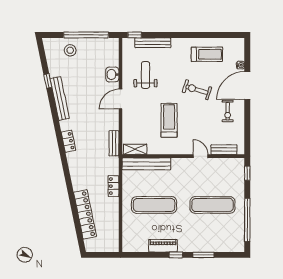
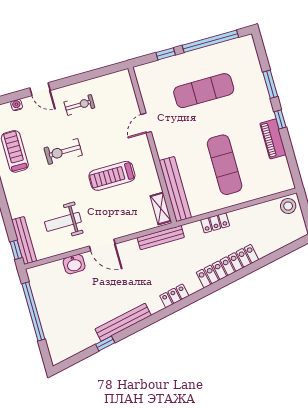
bench: (153, 43) -> (24, 240), moved
stool: (70, 50) -> (288, 206), moved
door: (247, 86) -> (40, 89), width x0.53
exercise bike: (197, 90) -> (63, 152), turned 73
bench: (114, 143) -> (161, 238), width x1.36
bench: (224, 150) -> (129, 96), removed
window: (247, 173) -> (166, 54), moved
exercise mat: (213, 205) -> (204, 91), turned 90
locker: (85, 214) -> (227, 266), moved

